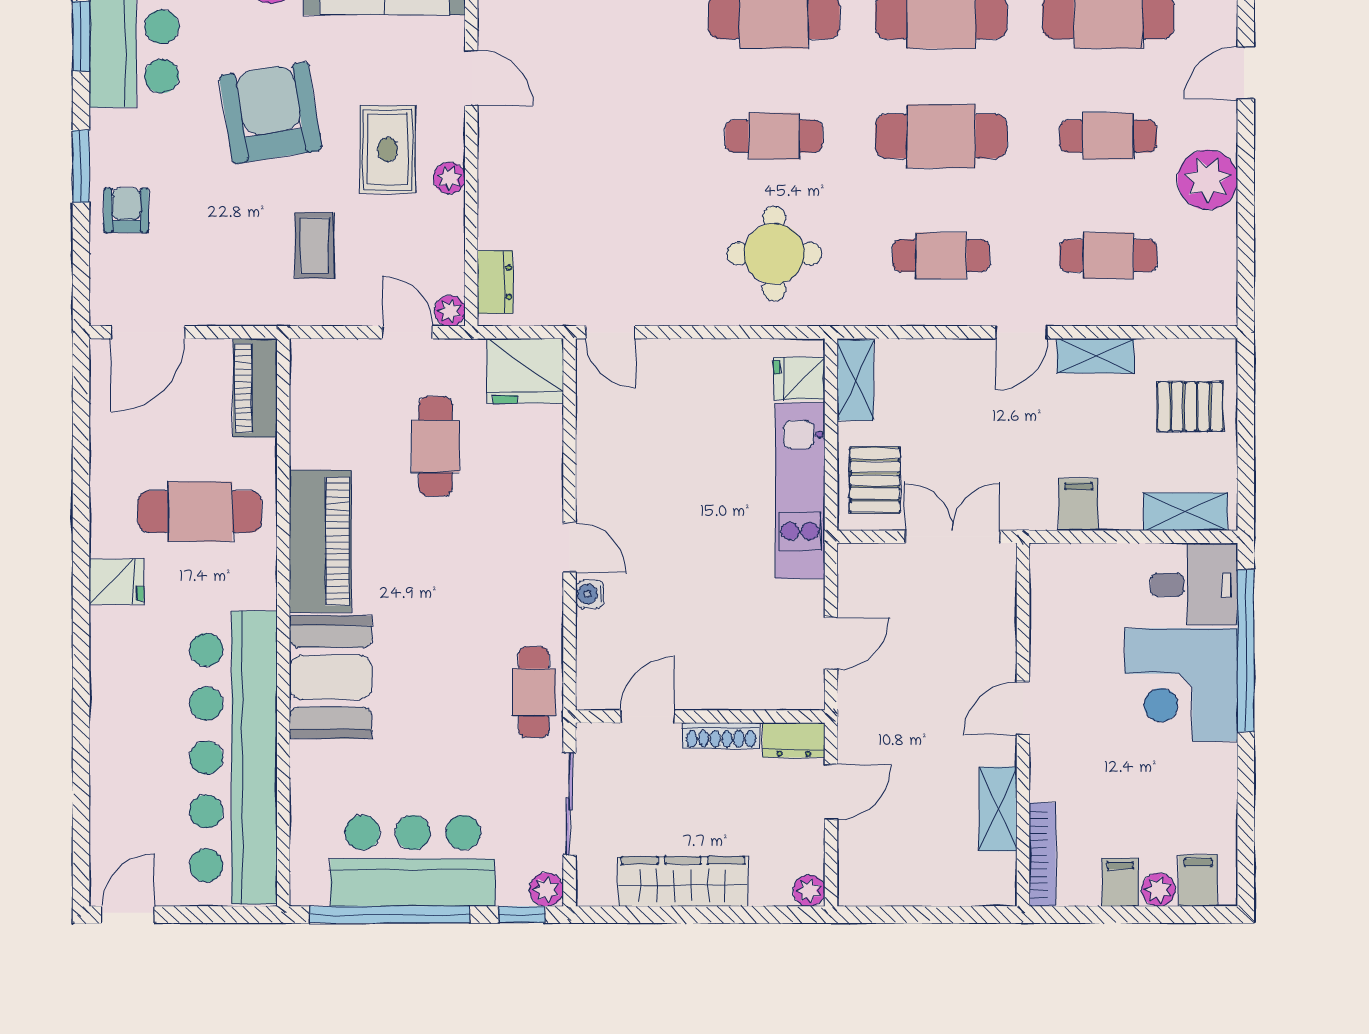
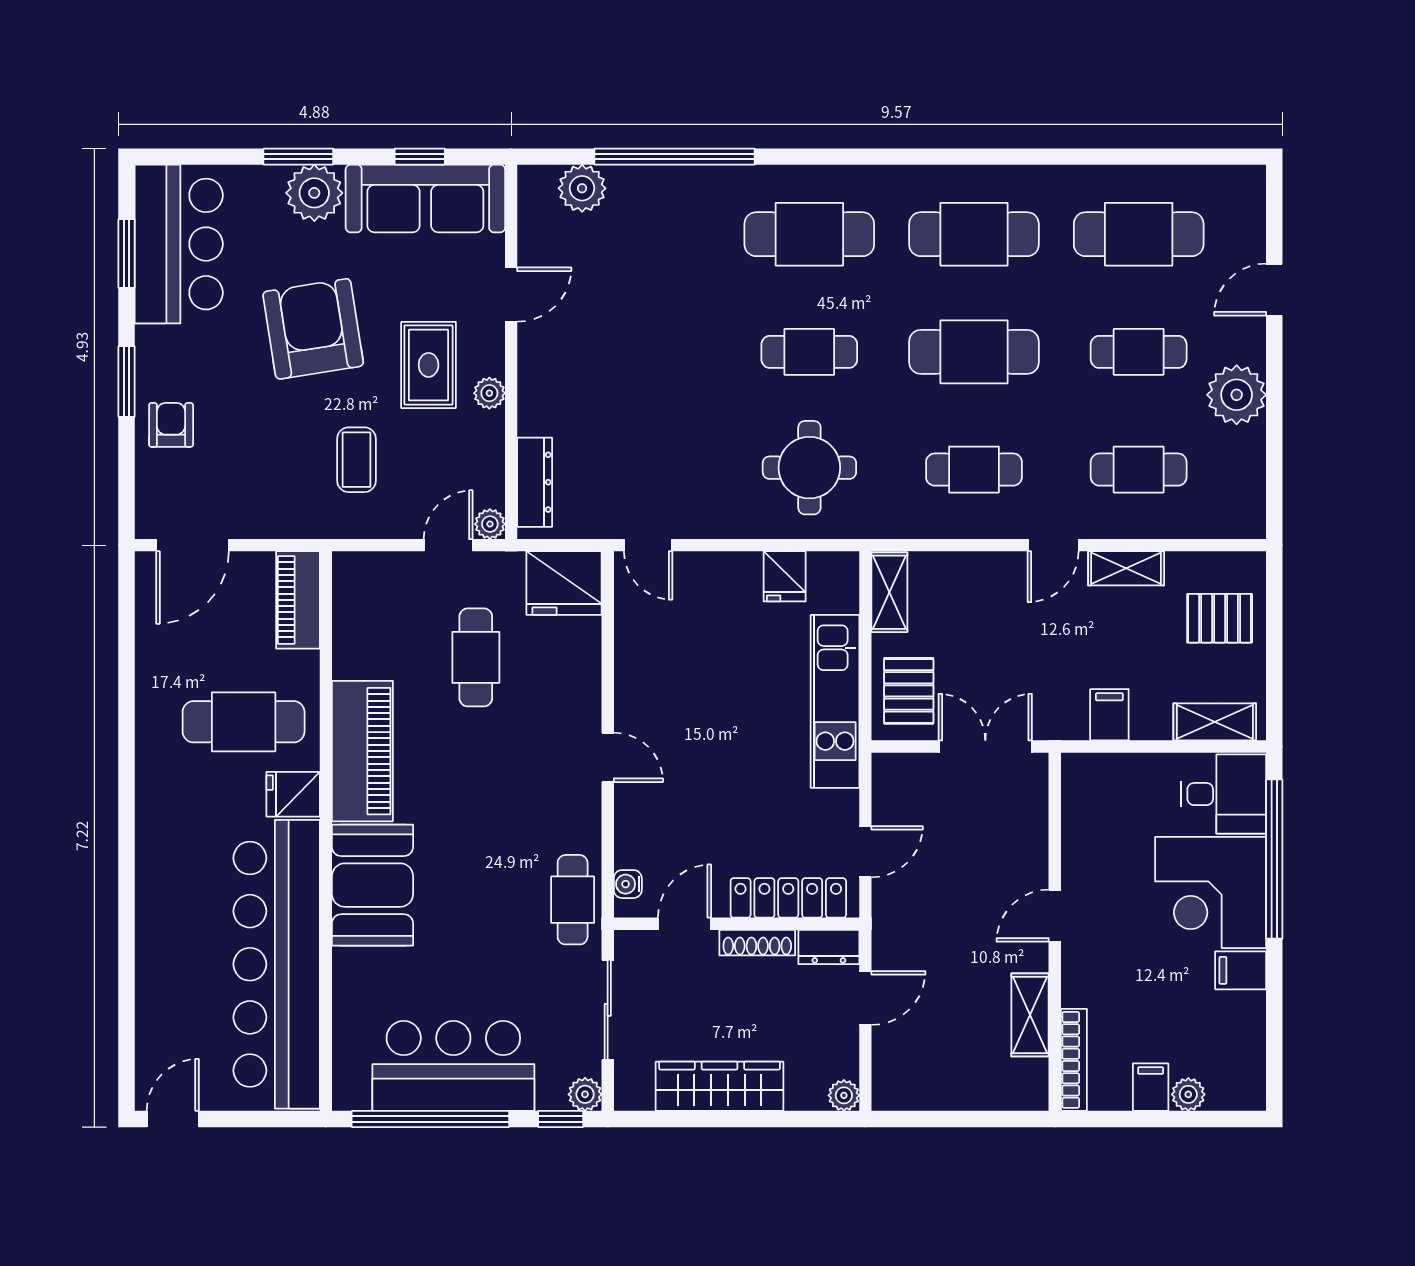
door: (471, 78) -> (511, 295), hinge flipped
dresser: (495, 282) -> (535, 482), width x1.44
door: (408, 332) -> (448, 545), hinge flipped
fridge: (799, 378) -> (785, 576), moved, turned -90
fridge: (116, 582) -> (293, 794), moved, turned 180
water cooler: (590, 594) -> (628, 884), moved
locker: (753, 690) -> (788, 898), added
filing cabinet: (1198, 881) -> (1241, 970), moved, turned -90

